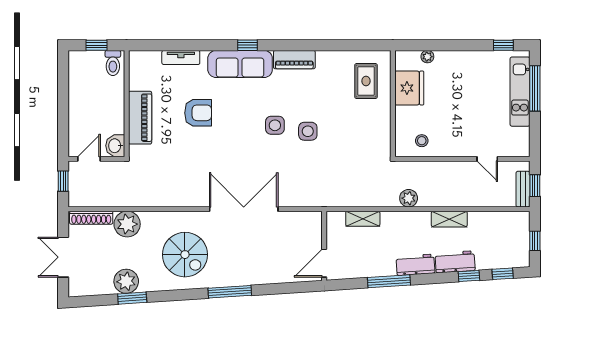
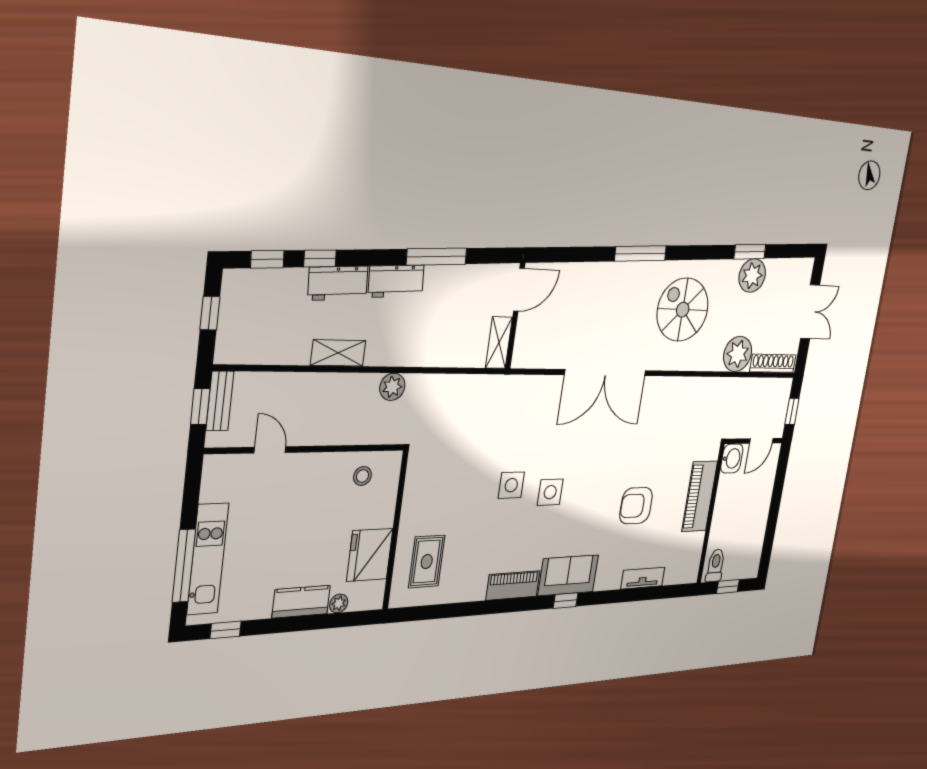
kitchen counter: (454, 60) -> (301, 602), added
sofa: (240, 64) -> (568, 575), width x0.73
shelving: (363, 219) -> (499, 343), moved, turned 90

